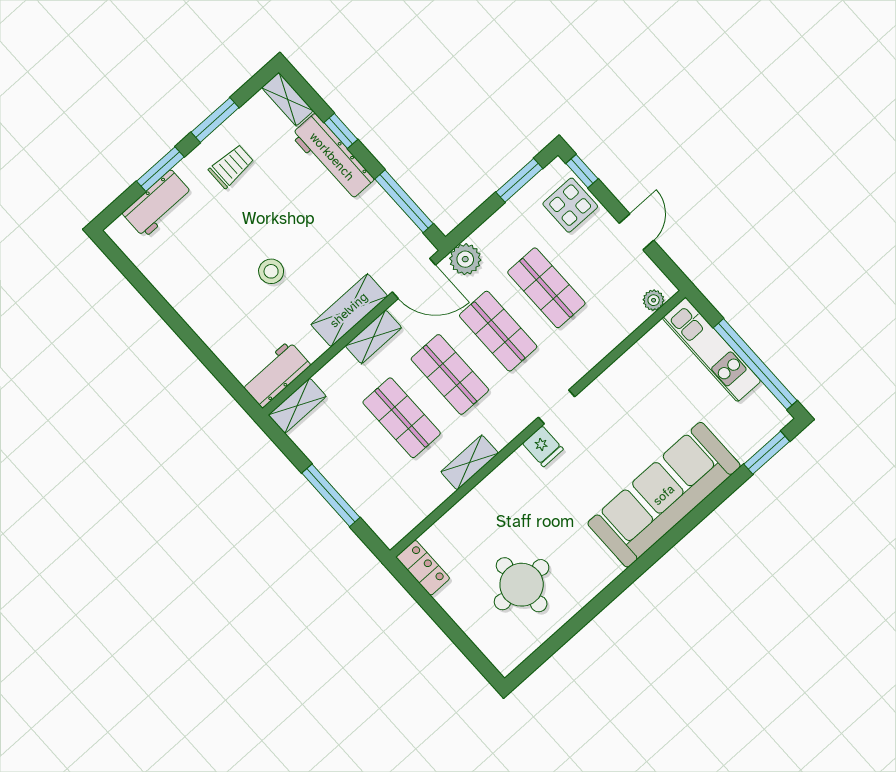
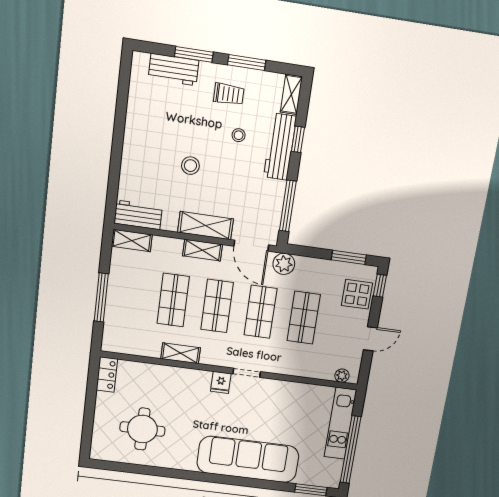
stool: (283, 192) -> (239, 135), added

